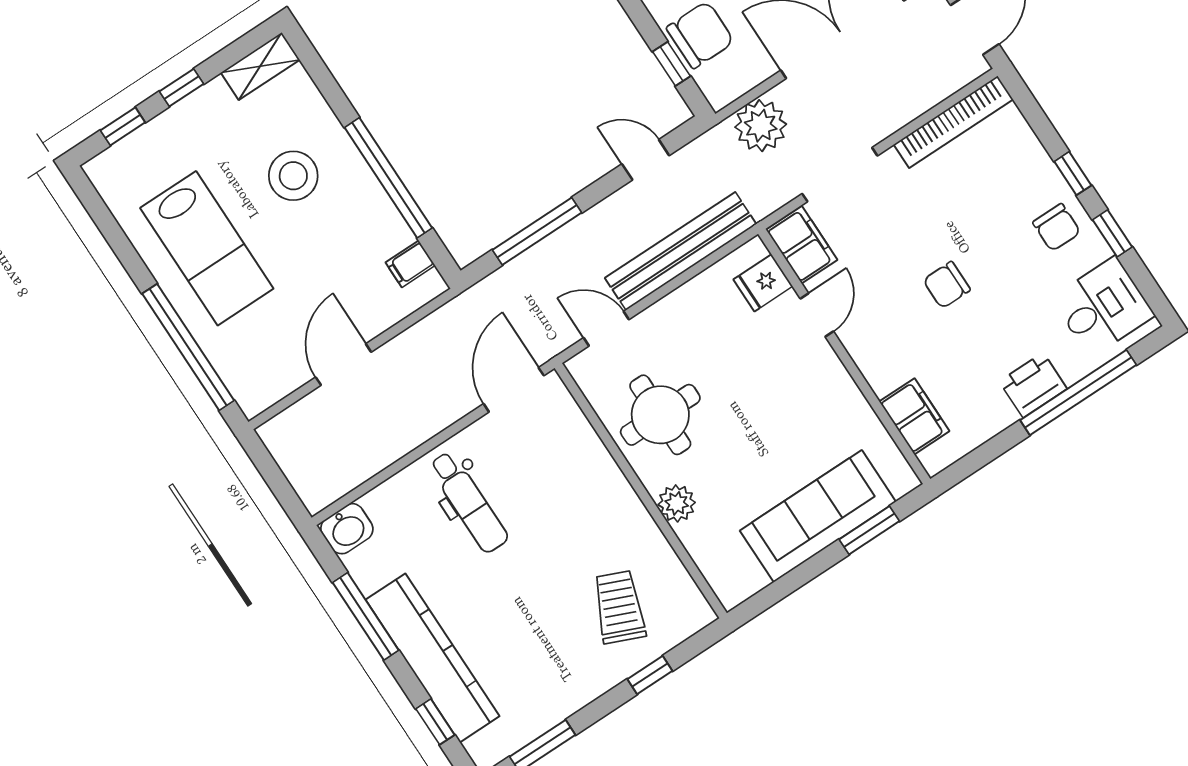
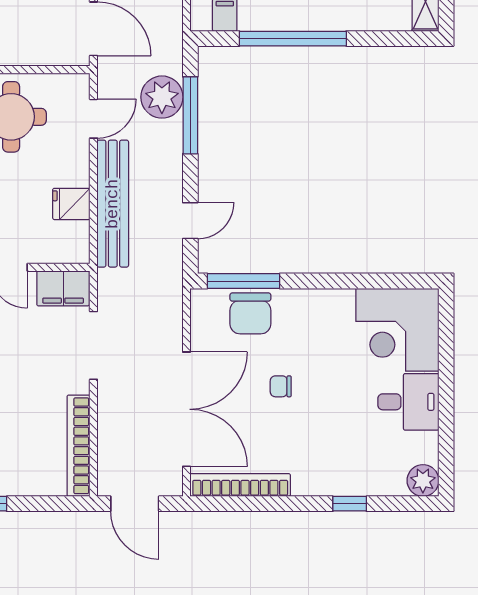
window: (672, 64) -> (244, 281), width x2.17
plant: (761, 126) -> (162, 97), moved
fridge: (763, 283) -> (71, 204), moved, turned -90

